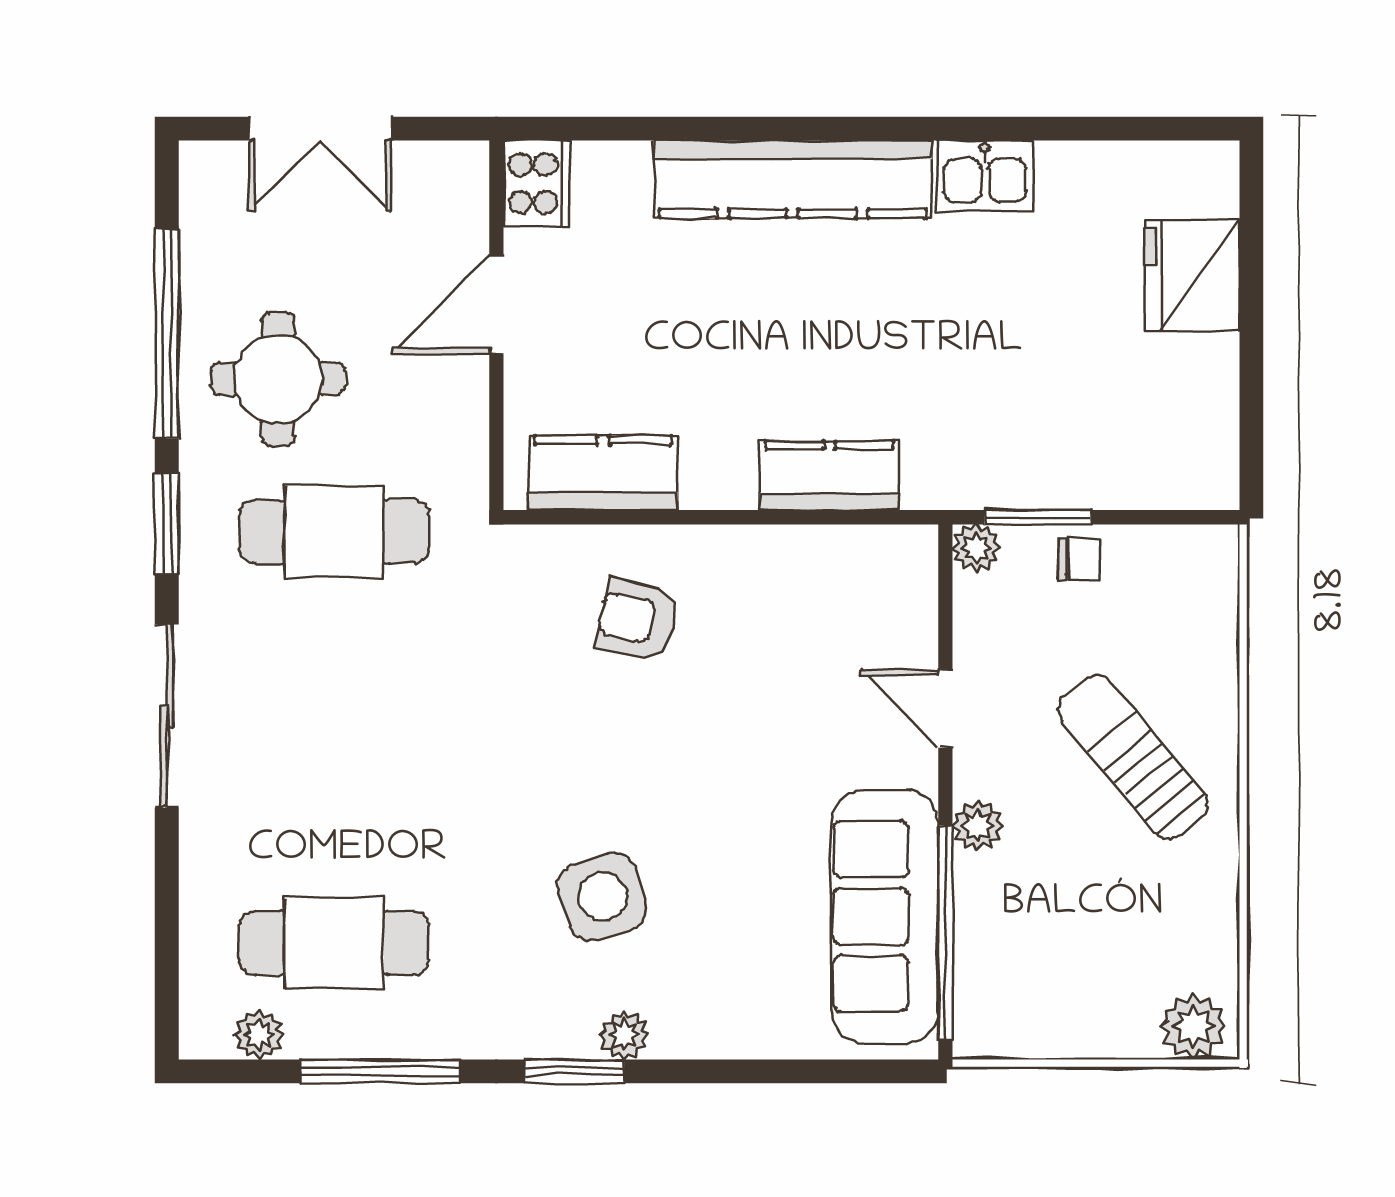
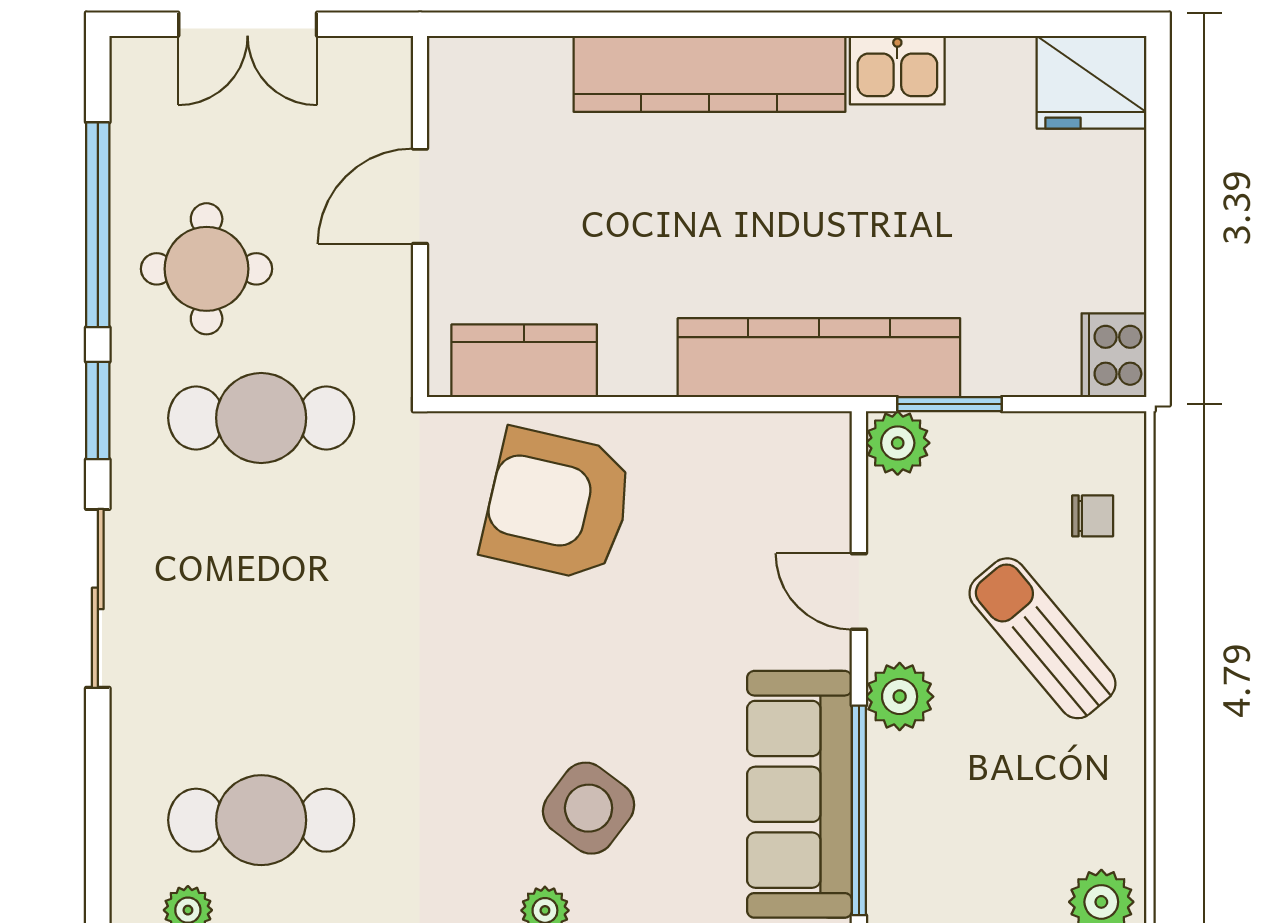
cooker: (537, 183) -> (1114, 355), moved, turned 180
fridge: (1192, 275) -> (1092, 82), moved, turned -90
kitchen counter: (829, 475) -> (819, 358), width x2.08, depth x1.17
plant: (976, 548) -> (898, 443), width x1.38, depth x1.38
chair: (1079, 559) -> (1093, 516), moved
armchair: (637, 620) -> (558, 505), width x1.88, depth x1.88
plant: (978, 826) -> (900, 697), width x1.38, depth x1.38
side table: (602, 897) -> (589, 808), moved, turned -36

